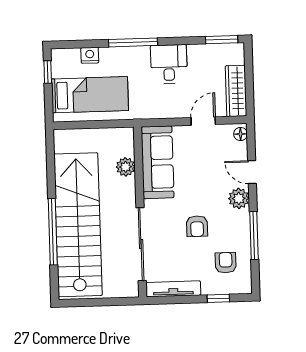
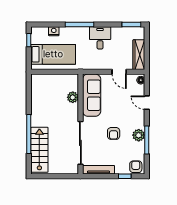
door: (203, 121) -> (119, 72), swing flipped
plant: (239, 198) -> (139, 135), moved
stairs: (78, 225) -> (39, 150), width x0.54, depth x0.66
armchair: (226, 263) -> (136, 167), moved

